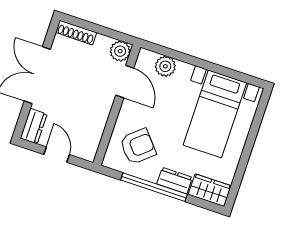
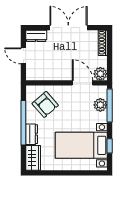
window: (171, 53) -> (110, 106), added
window: (230, 73) -> (110, 146), added
door: (125, 82) -> (83, 83), swing flipped
door: (57, 155) -> (23, 56), swing flipped

